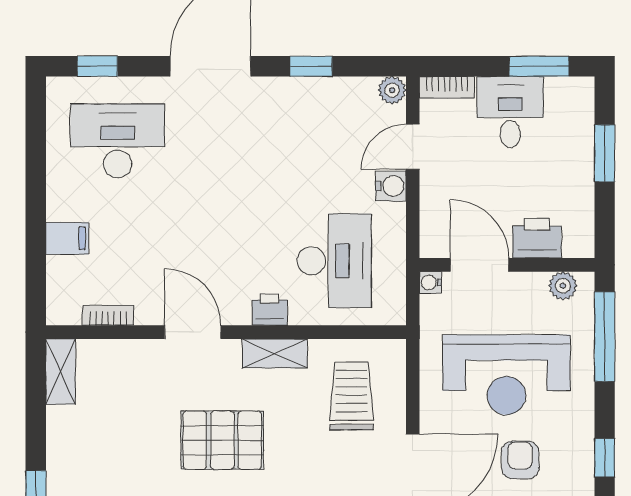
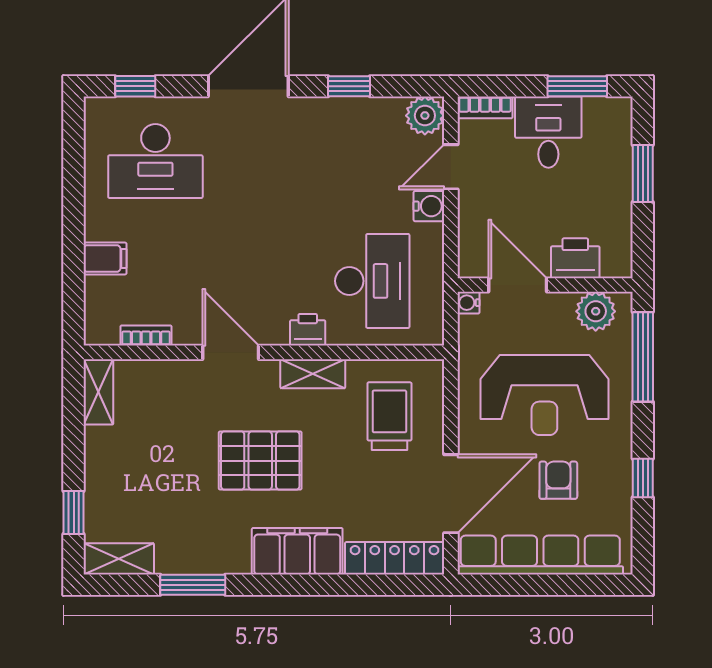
plant: (392, 90) -> (425, 116), width x1.38, depth x1.38
desk: (118, 141) -> (155, 161), turned 180
plant: (563, 286) -> (596, 311), width x1.38, depth x1.38

